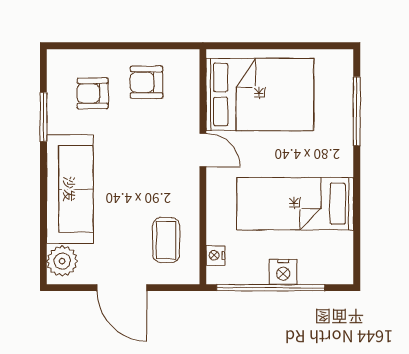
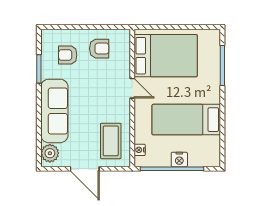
armchair: (146, 82) -> (99, 49), turned 180
coffee table: (166, 240) -> (111, 141), width x1.36, depth x1.30

